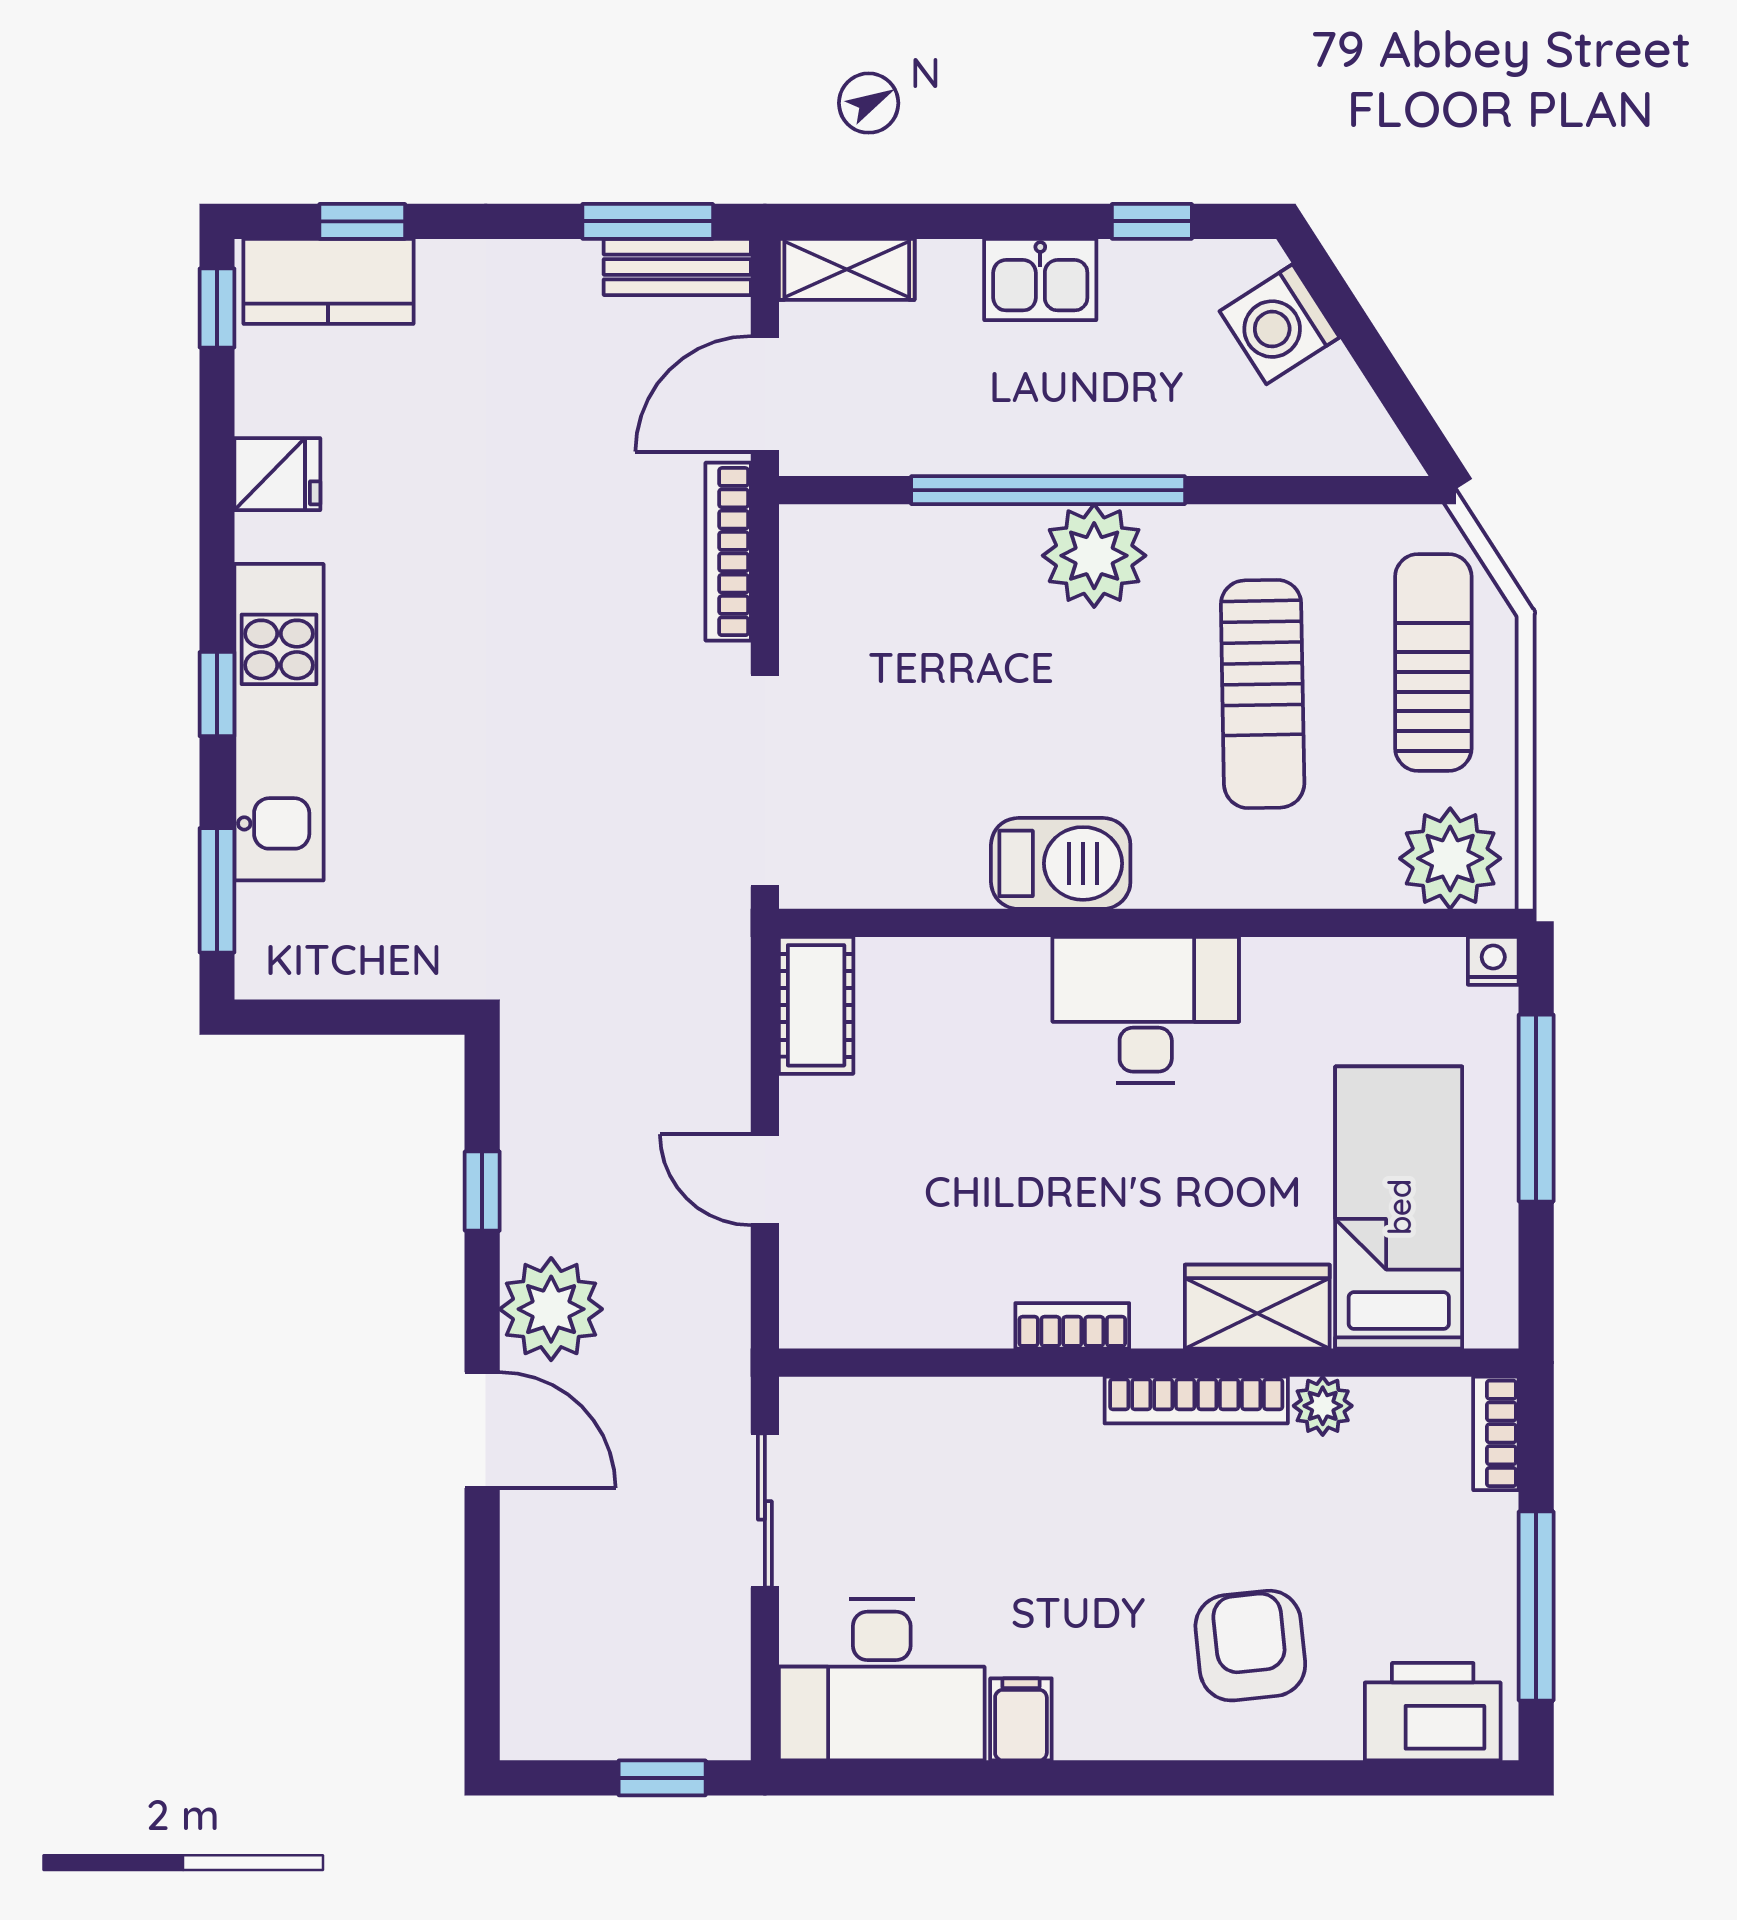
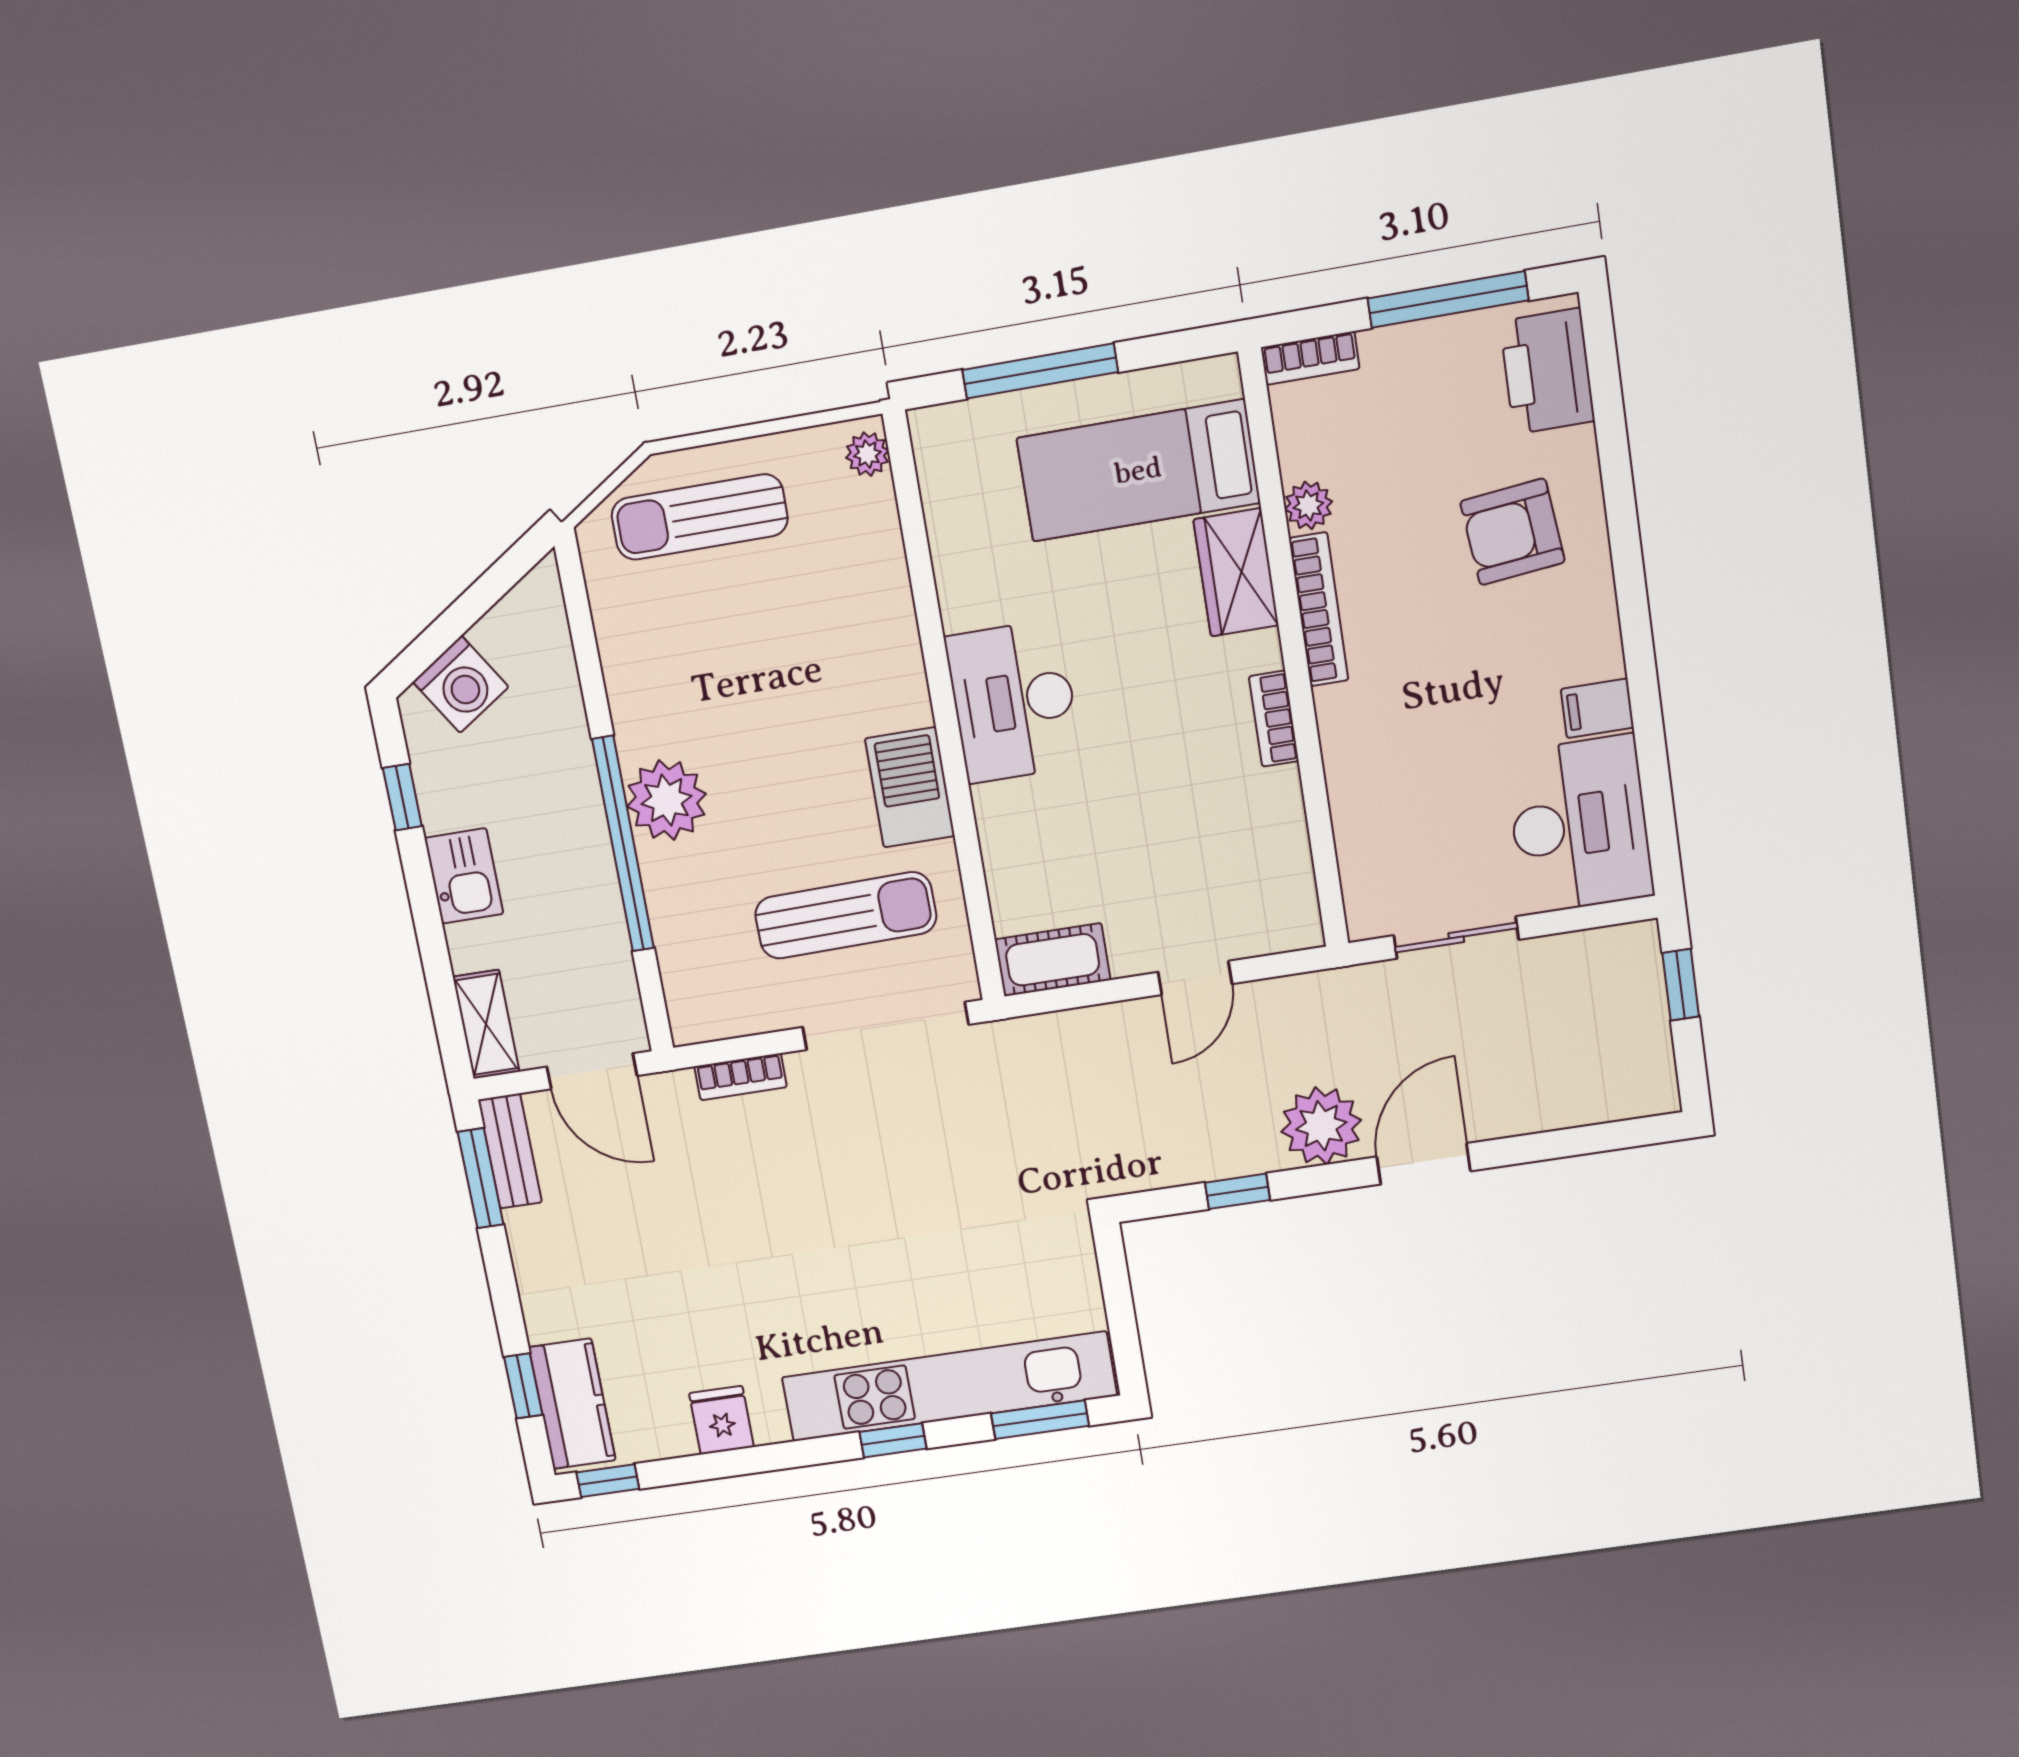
bookcase: (728, 552) -> (741, 1077), width x0.64
sun lounger: (1263, 694) -> (846, 915), moved
kitchen unit: (279, 722) -> (949, 1386), width x1.36
plant: (1450, 858) -> (867, 454), width x0.53, depth x0.53
nightstand: (1493, 961) -> (928, 427), removed

